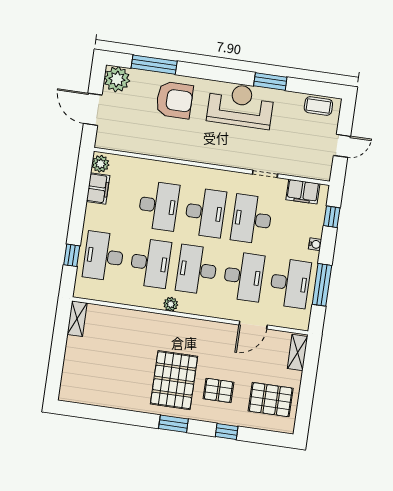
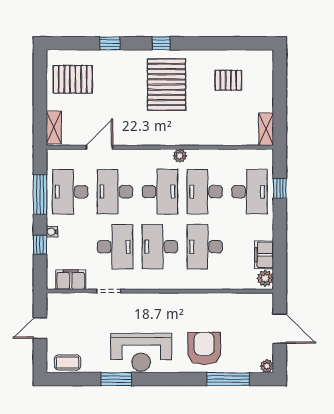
plant: (117, 79) -> (267, 366), width x0.53, depth x0.53
armchair: (174, 100) -> (204, 348), turned 90
window: (332, 217) -> (40, 245), moved
pallet: (218, 390) -> (228, 80), moved
window: (173, 424) -> (161, 43), width x0.67

